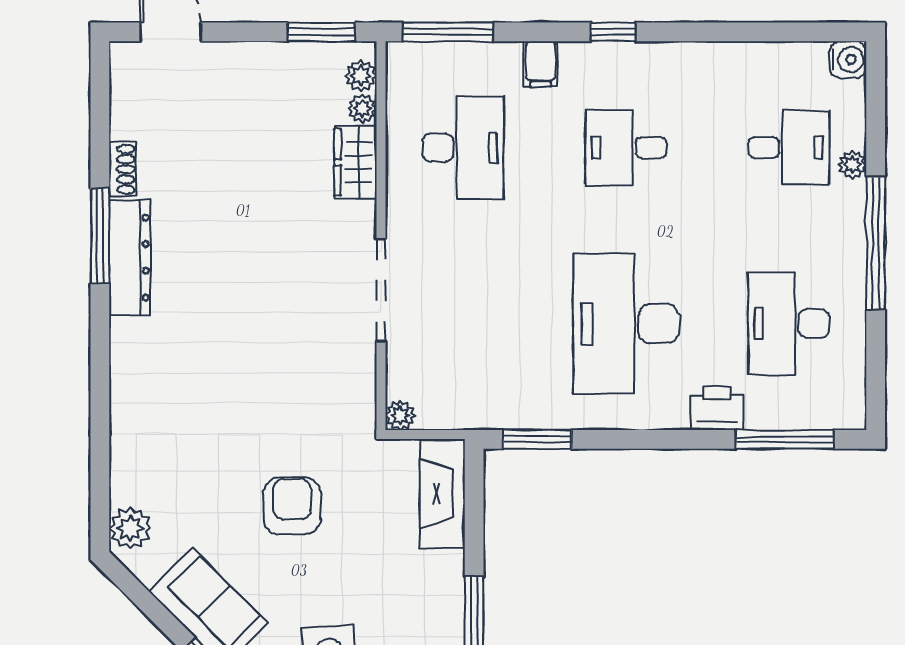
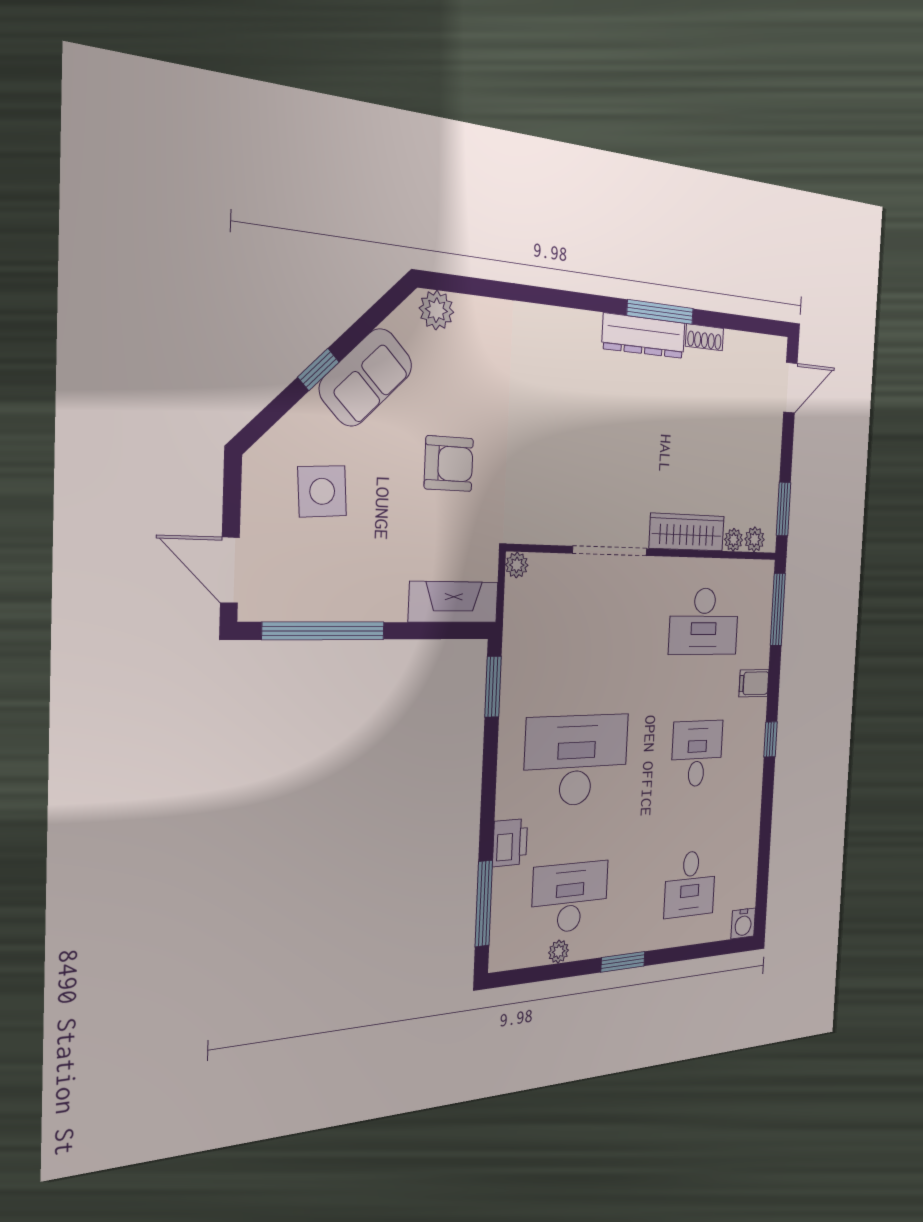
wardrobe: (355, 162) -> (687, 532), width x1.50
plant: (852, 165) -> (559, 952), moved
window: (876, 243) -> (623, 962), width x0.47

